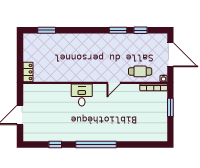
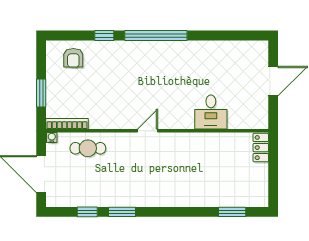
door: (114, 83) -> (148, 131), moved
desk: (82, 95) -> (211, 112), moved
armchair: (150, 130) -> (73, 58), added
window: (55, 145) -> (104, 36), moved

